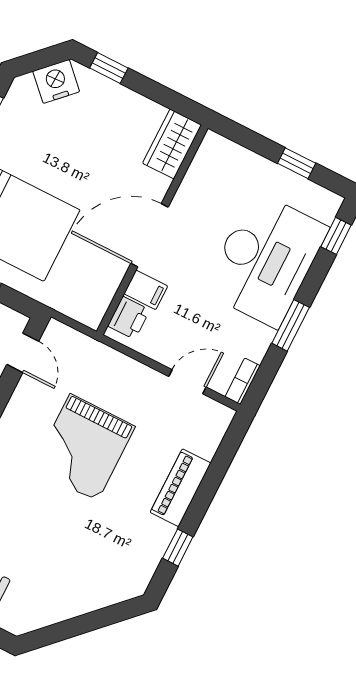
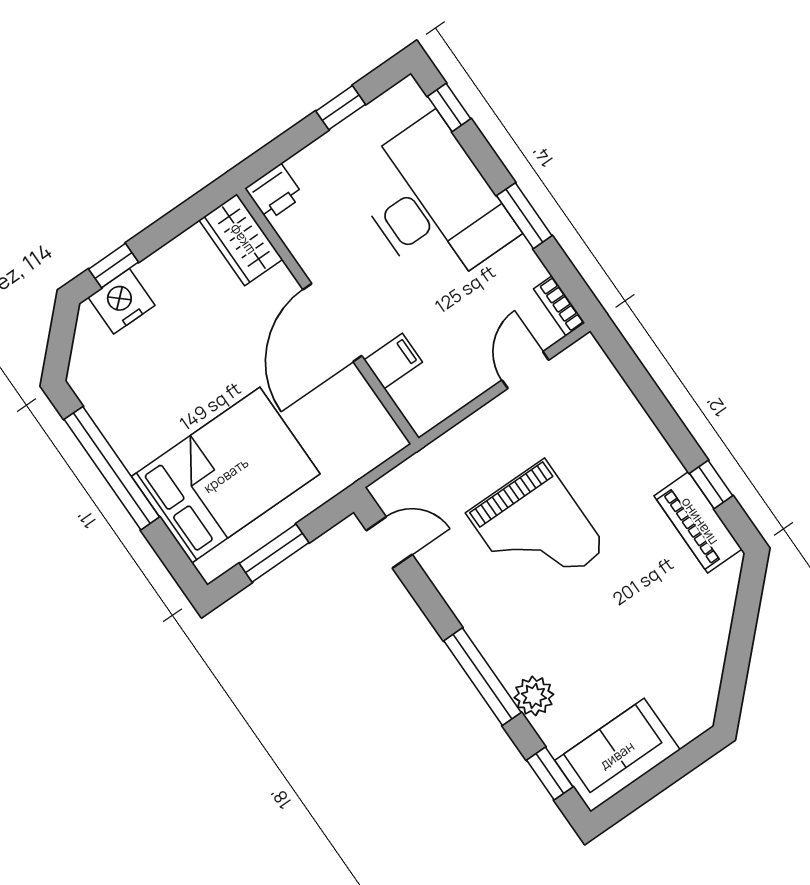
nightstand: (56, 81) -> (122, 301), moved, turned 45
printer: (129, 318) -> (274, 192), moved, turned 90
piano: (180, 488) -> (698, 522), moved

